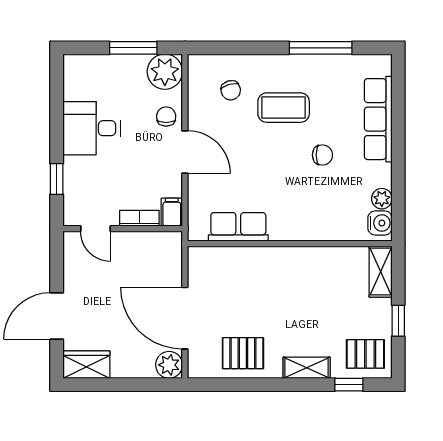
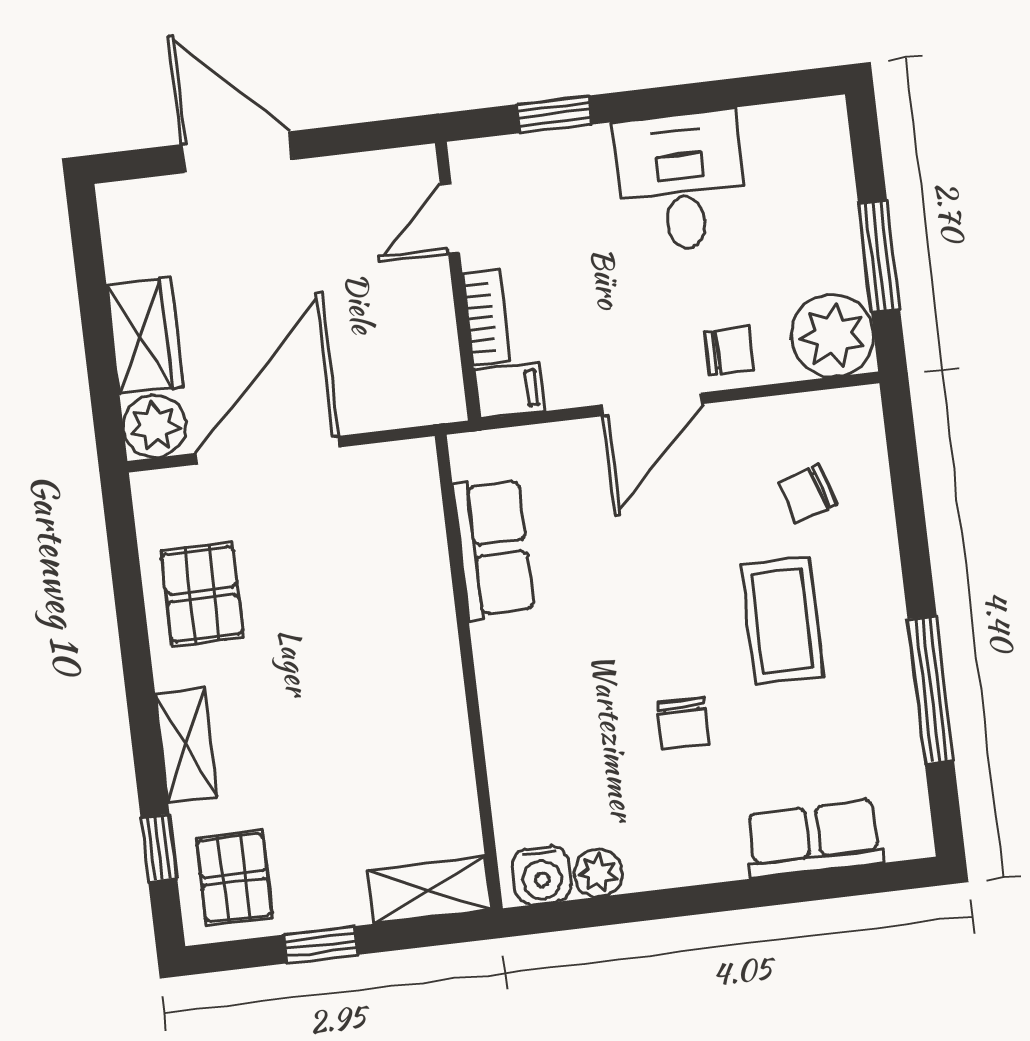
row of seats: (378, 119) -> (814, 839), width x0.68
wardrobe: (86, 365) -> (145, 336), moved

